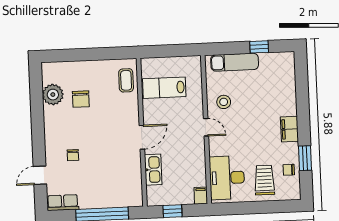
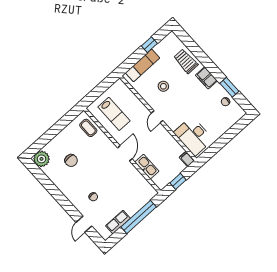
lab bench: (164, 88) -> (114, 114), turned -90
plant: (53, 95) -> (41, 159), moved
stool: (224, 102) -> (163, 86), moved
door: (206, 127) -> (157, 117), swing flipped
trolley: (264, 180) -> (186, 61), moved
row of seats: (63, 203) -> (118, 222), moved

